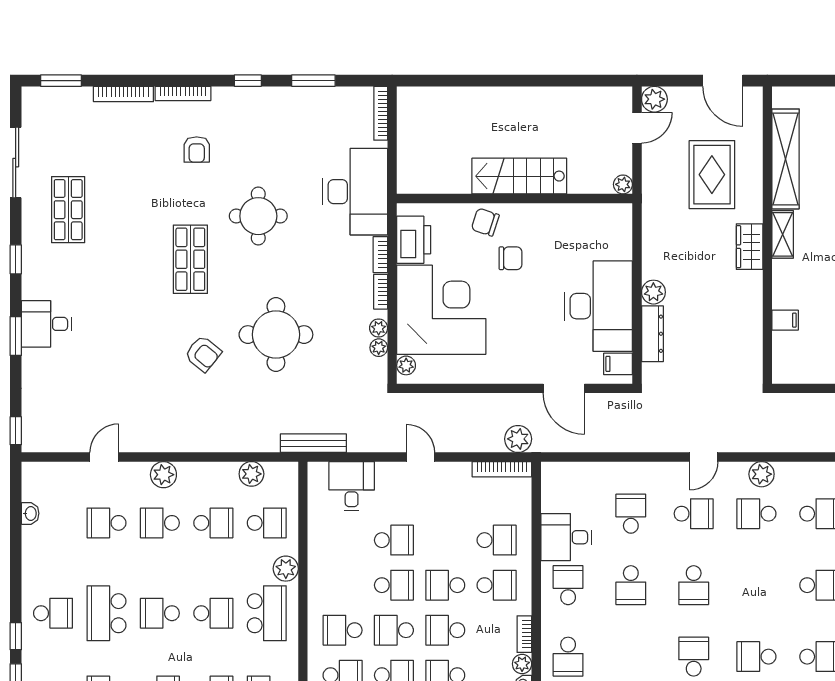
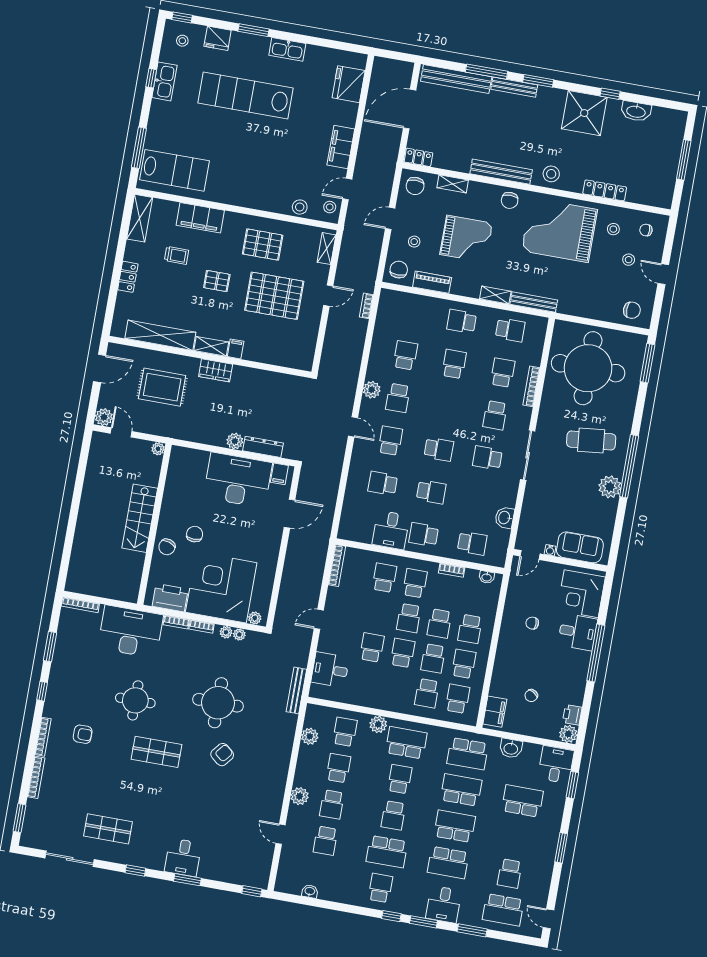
filing cabinet: (785, 320) -> (236, 349), moved
plant: (518, 439) -> (318, 551), removed
plant: (522, 664) -> (472, 575), removed

